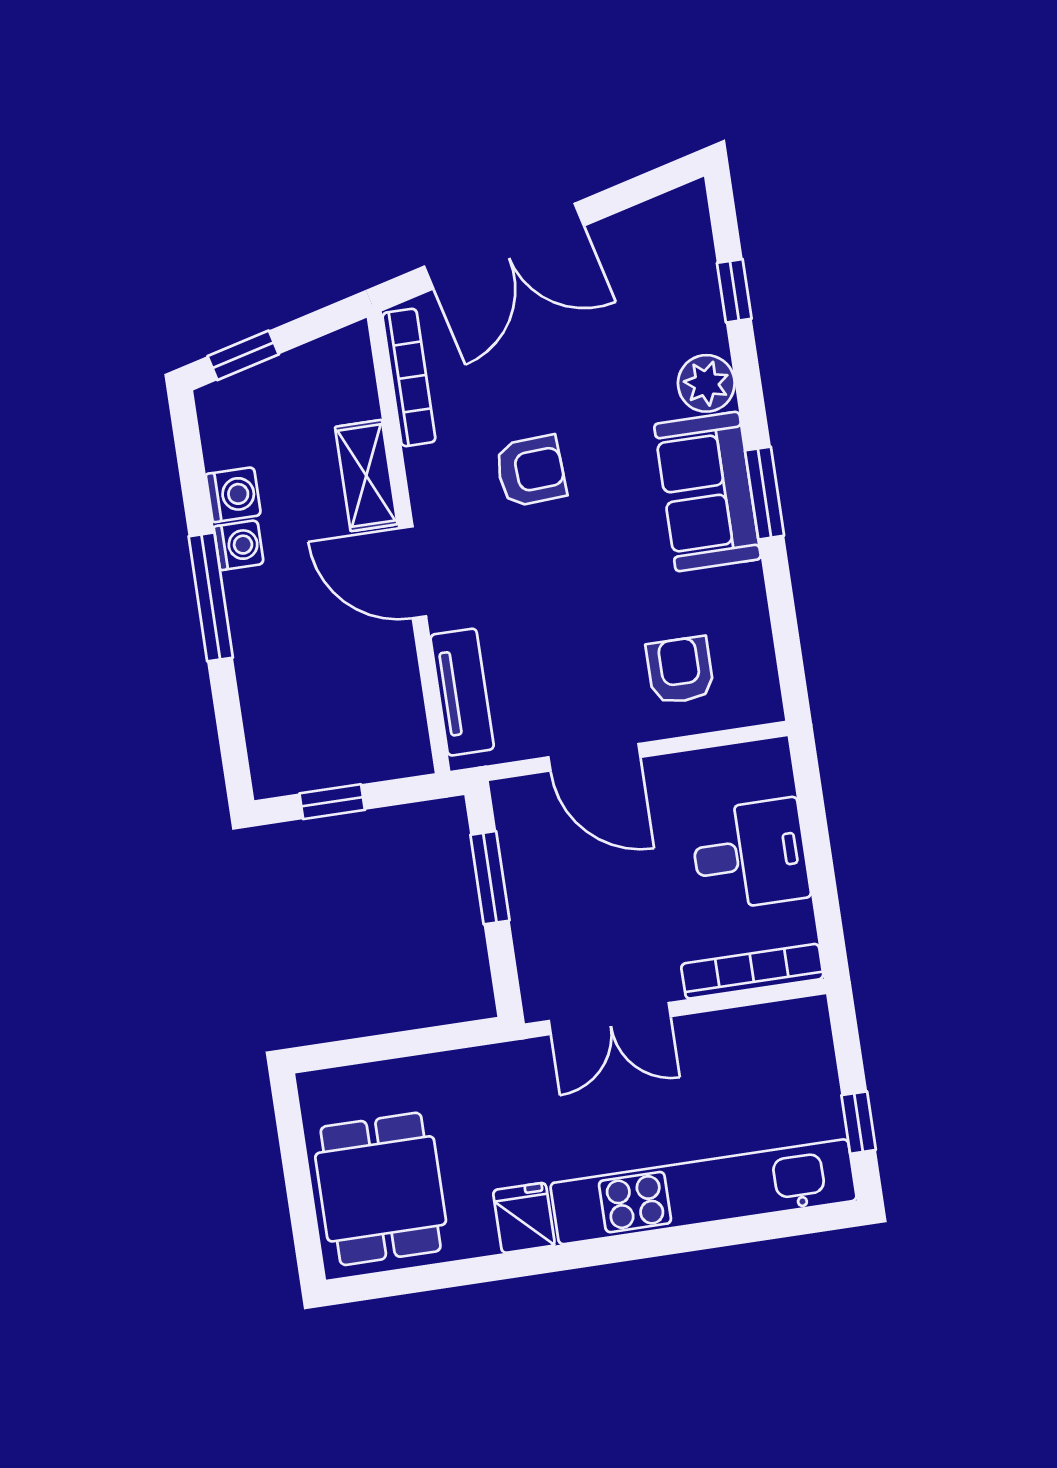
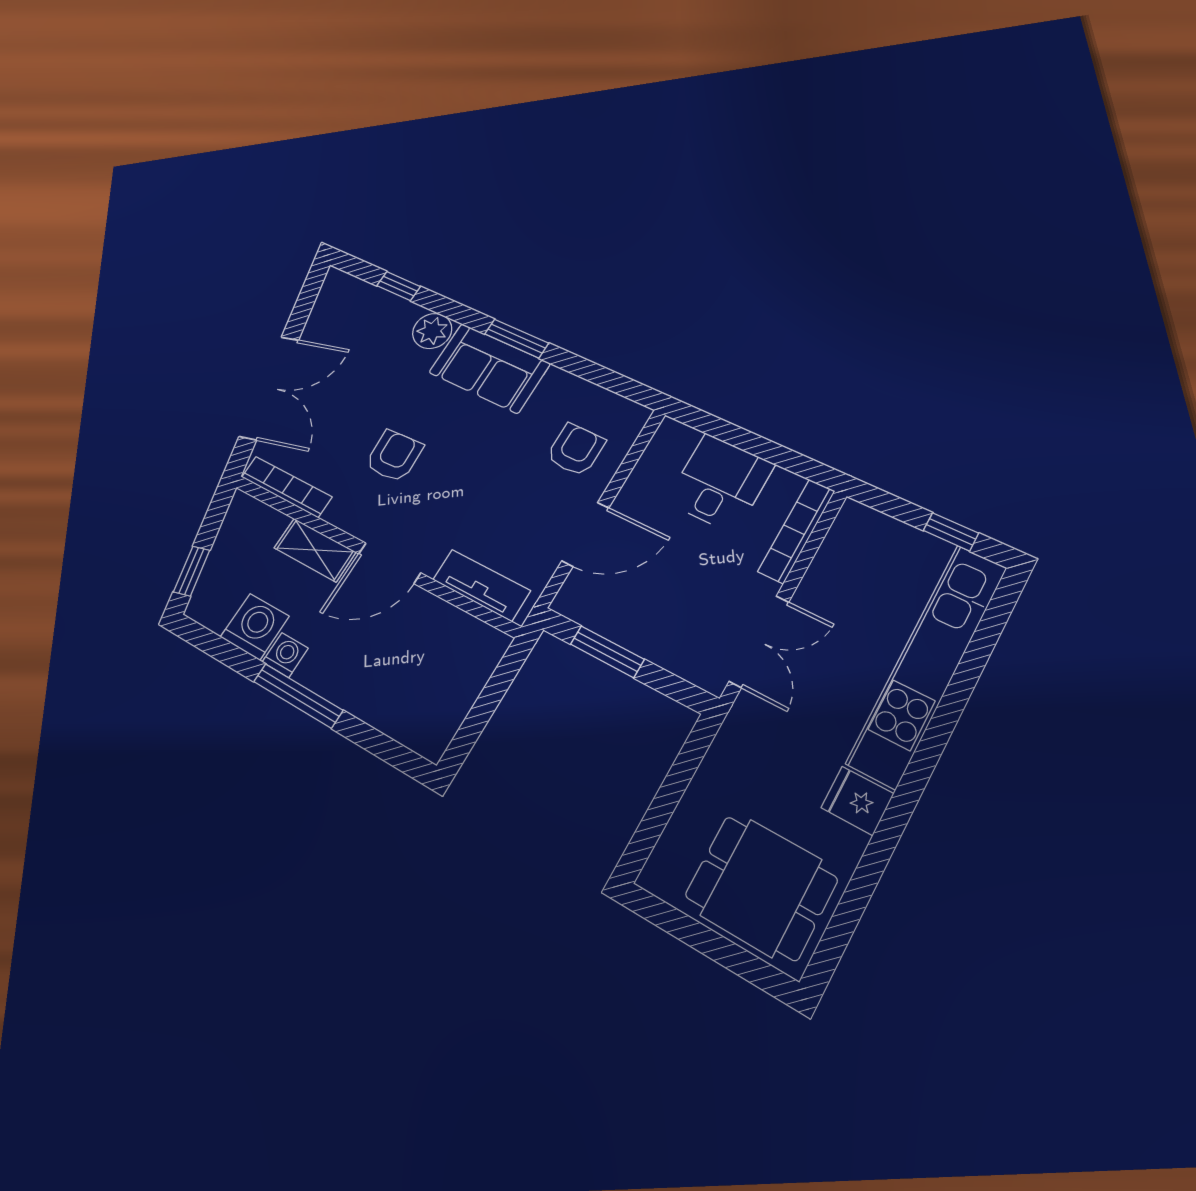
washing machine: (233, 495) -> (255, 627), width x1.38, depth x1.38
armchair: (680, 670) -> (576, 450), turned 90
window: (332, 802) -> (479, 716), removed

